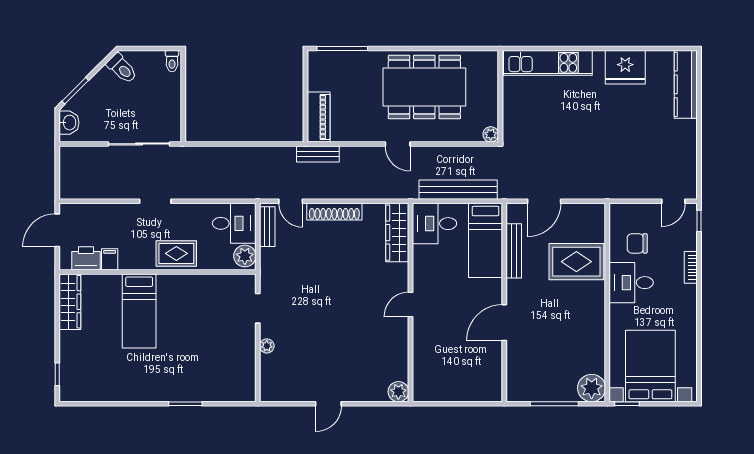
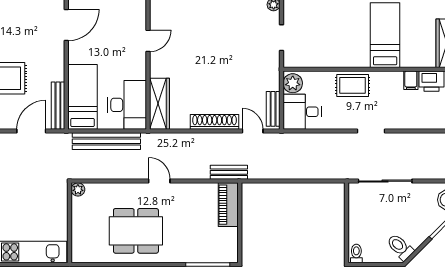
dining table: (424, 87) -> (136, 231), width x0.73, depth x0.80
desk: (434, 224) -> (127, 105), width x1.37
bench: (514, 251) -> (58, 106), moved

